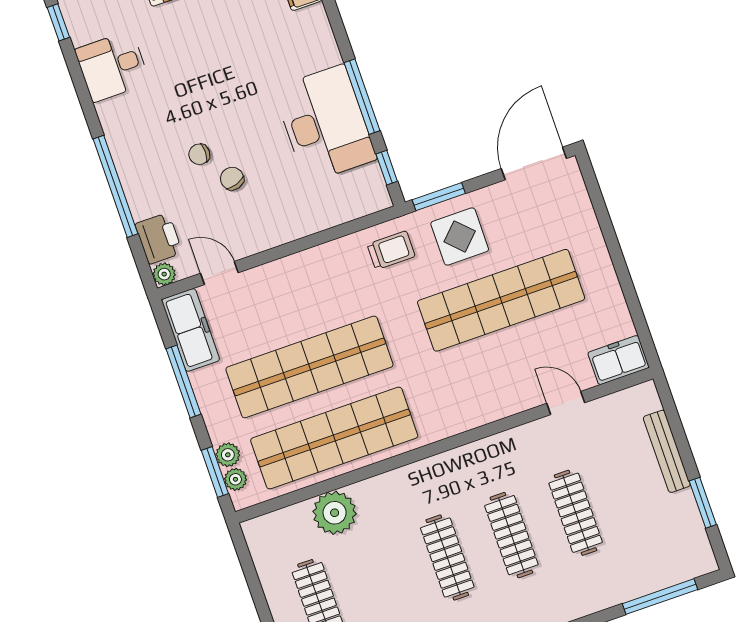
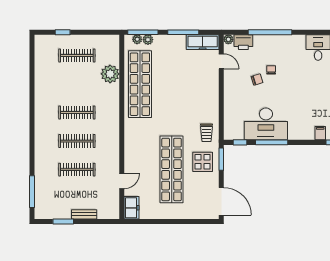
door: (219, 273) -> (221, 61), hinge flipped
shop shelf: (309, 367) -> (172, 84), removed
bench: (667, 451) -> (84, 214), width x0.73
window: (215, 472) -> (143, 32), width x1.44

